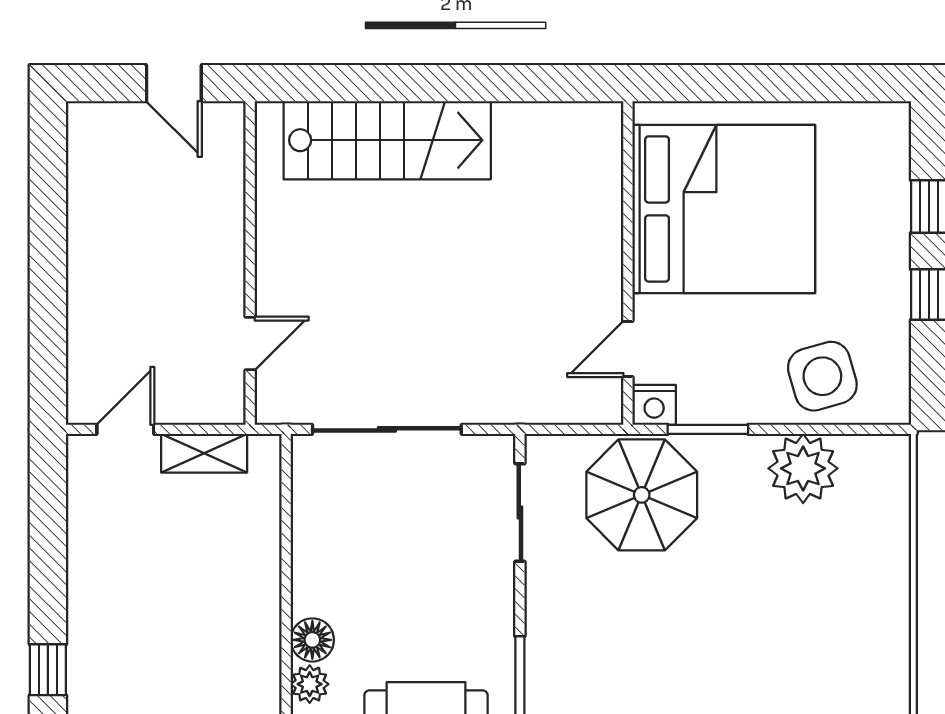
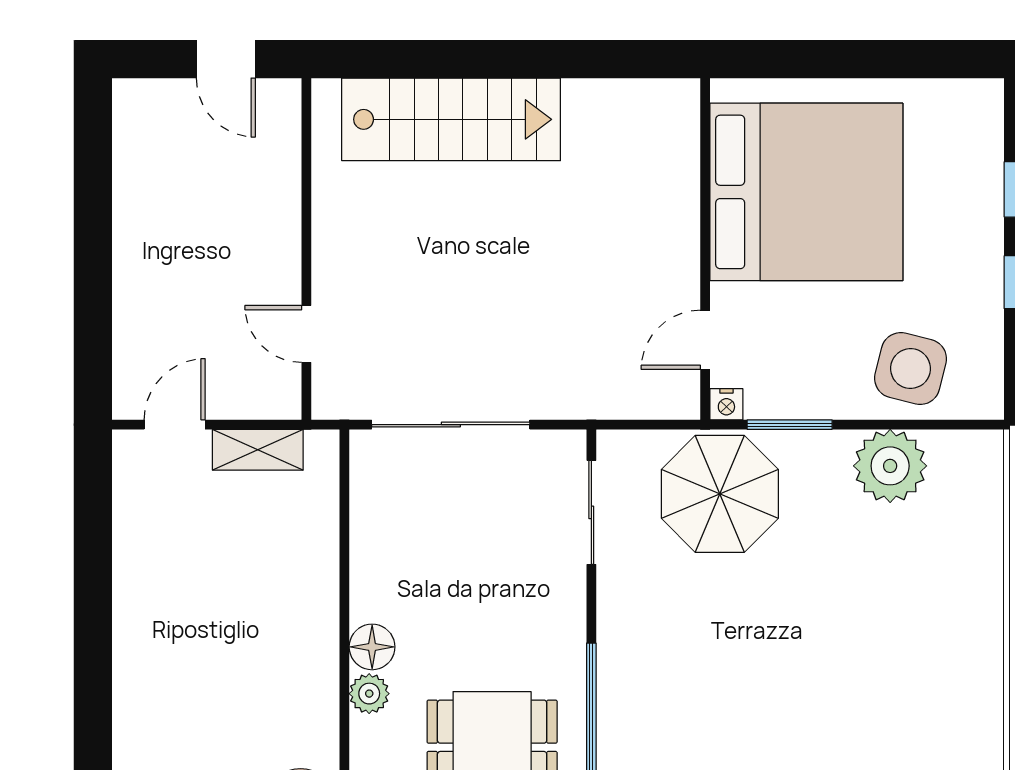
door: (250, 343) -> (306, 334), swing flipped
side table: (822, 376) -> (911, 369), turned 30
nightstand: (654, 405) -> (726, 404), width x0.72, depth x0.74
window: (48, 670) -> (93, 678), removed

